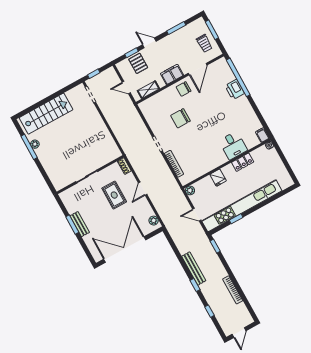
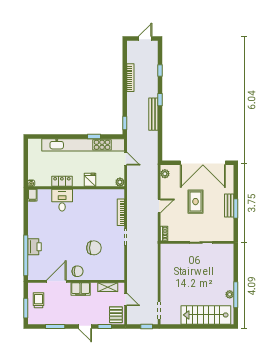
pallet: (138, 63) -> (116, 315), moved
rug: (114, 195) -> (195, 202), moved

